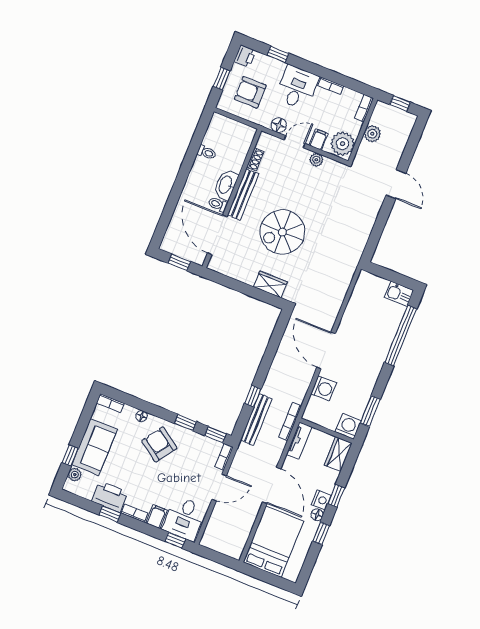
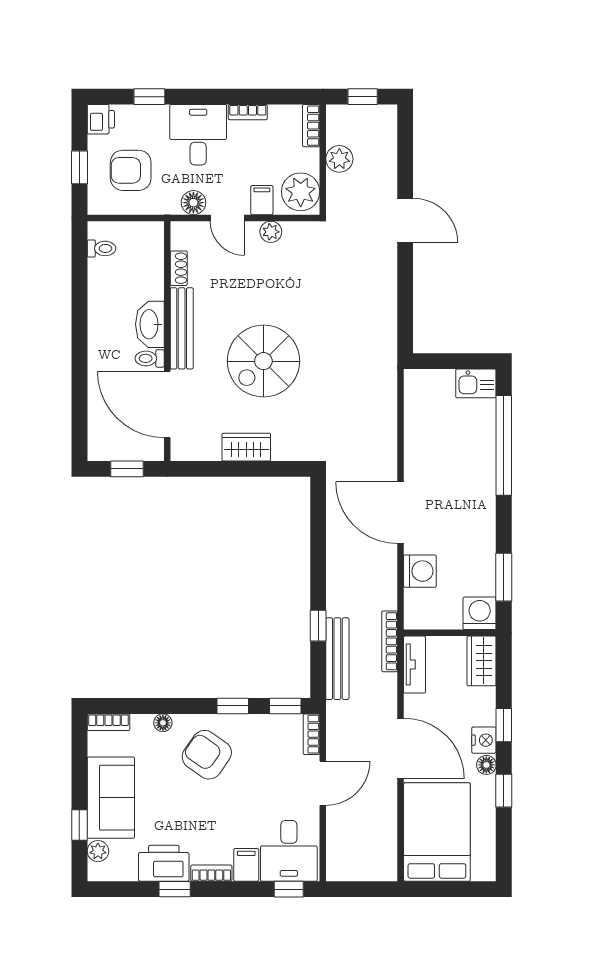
door: (295, 142) -> (227, 218), swing flipped
toilet: (207, 152) -> (101, 248), moved
wardrobe: (270, 284) -> (246, 447), moved

